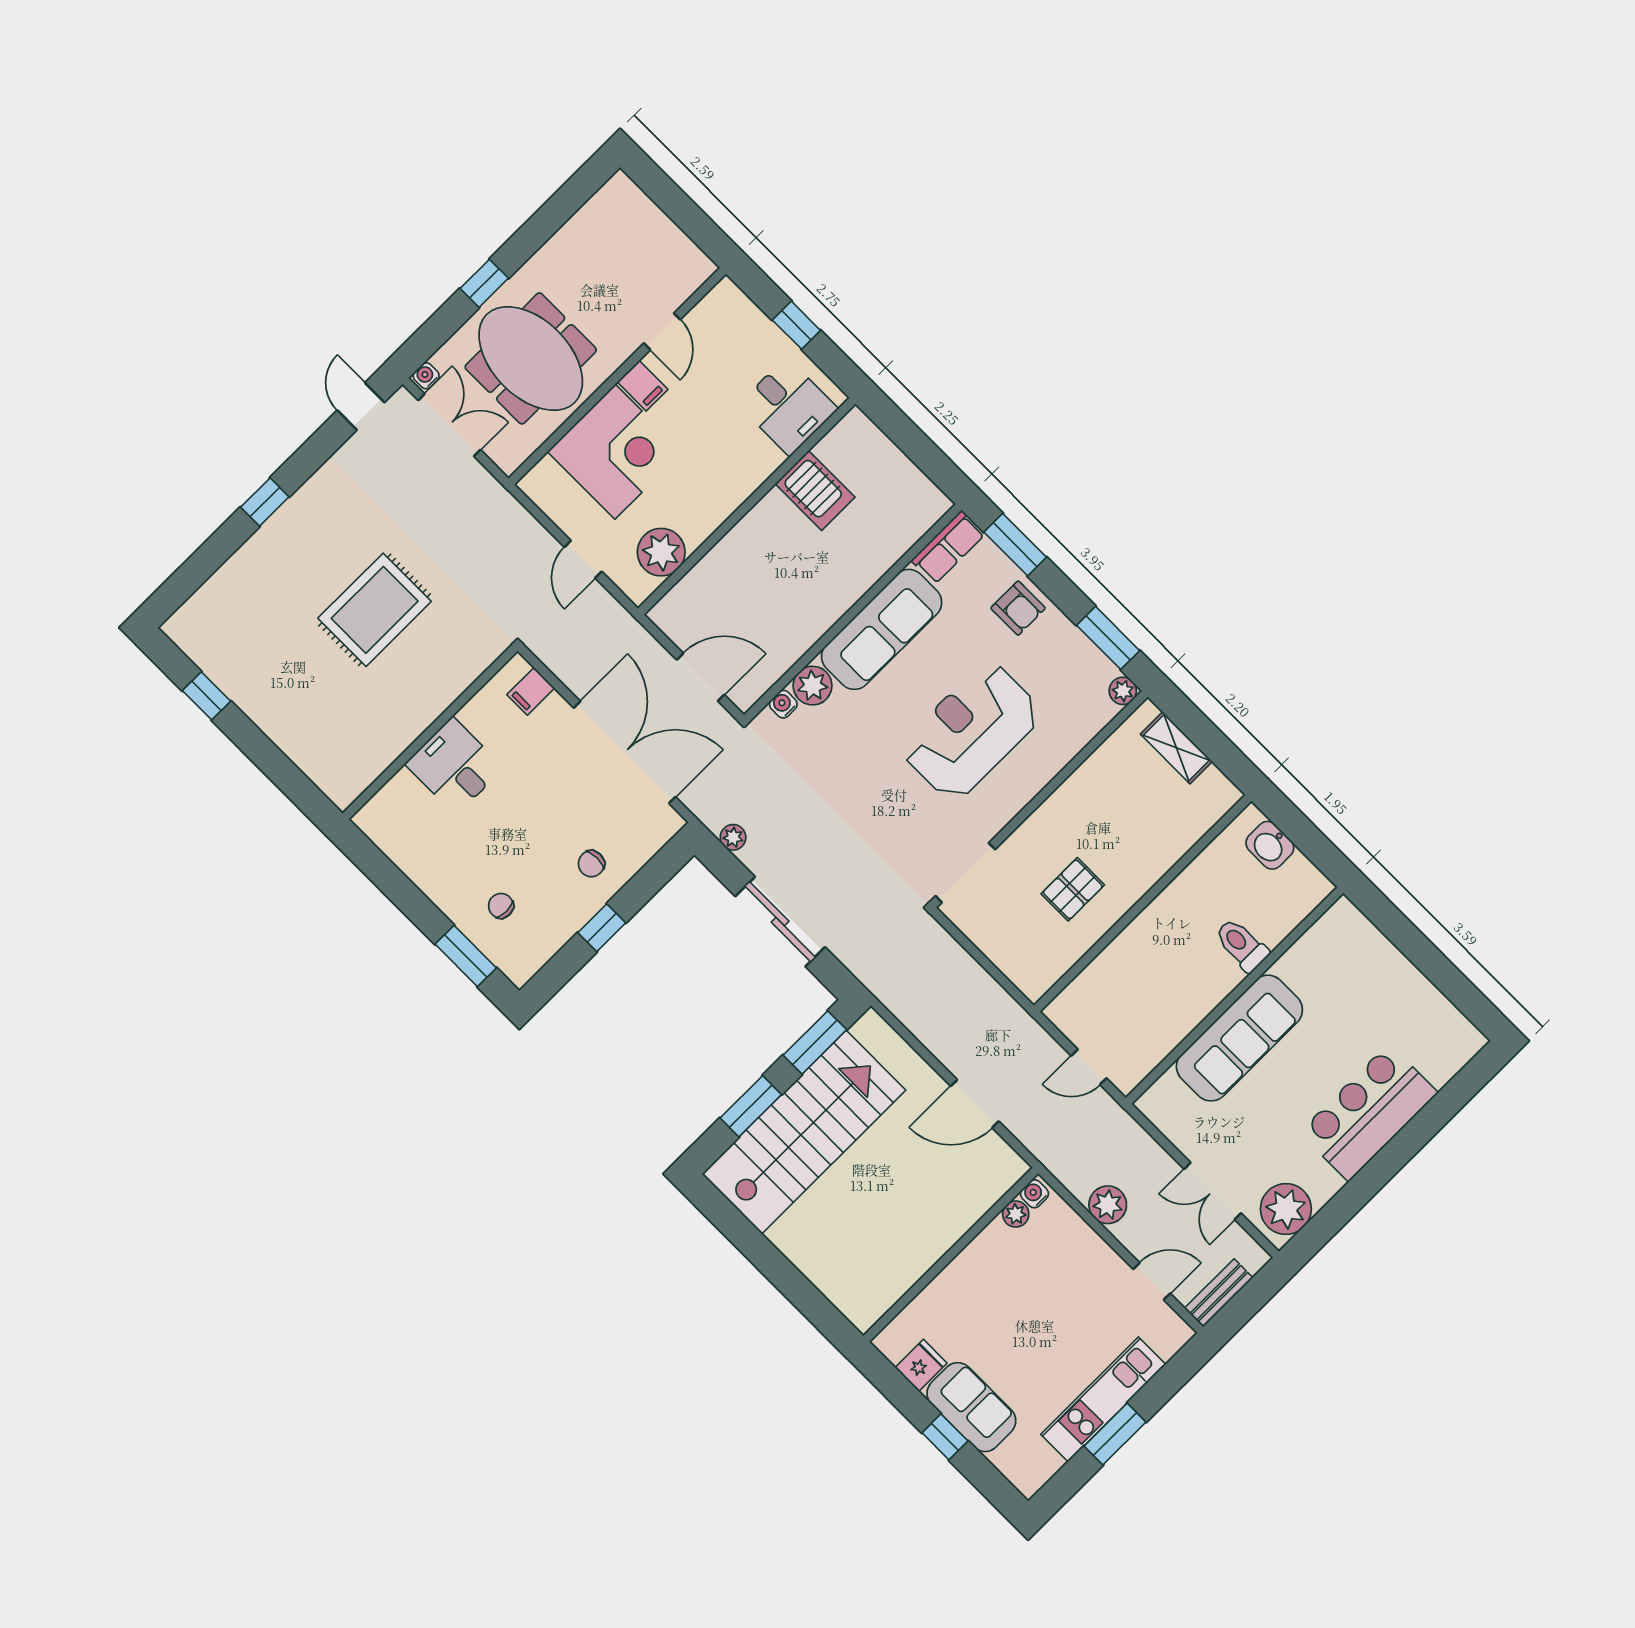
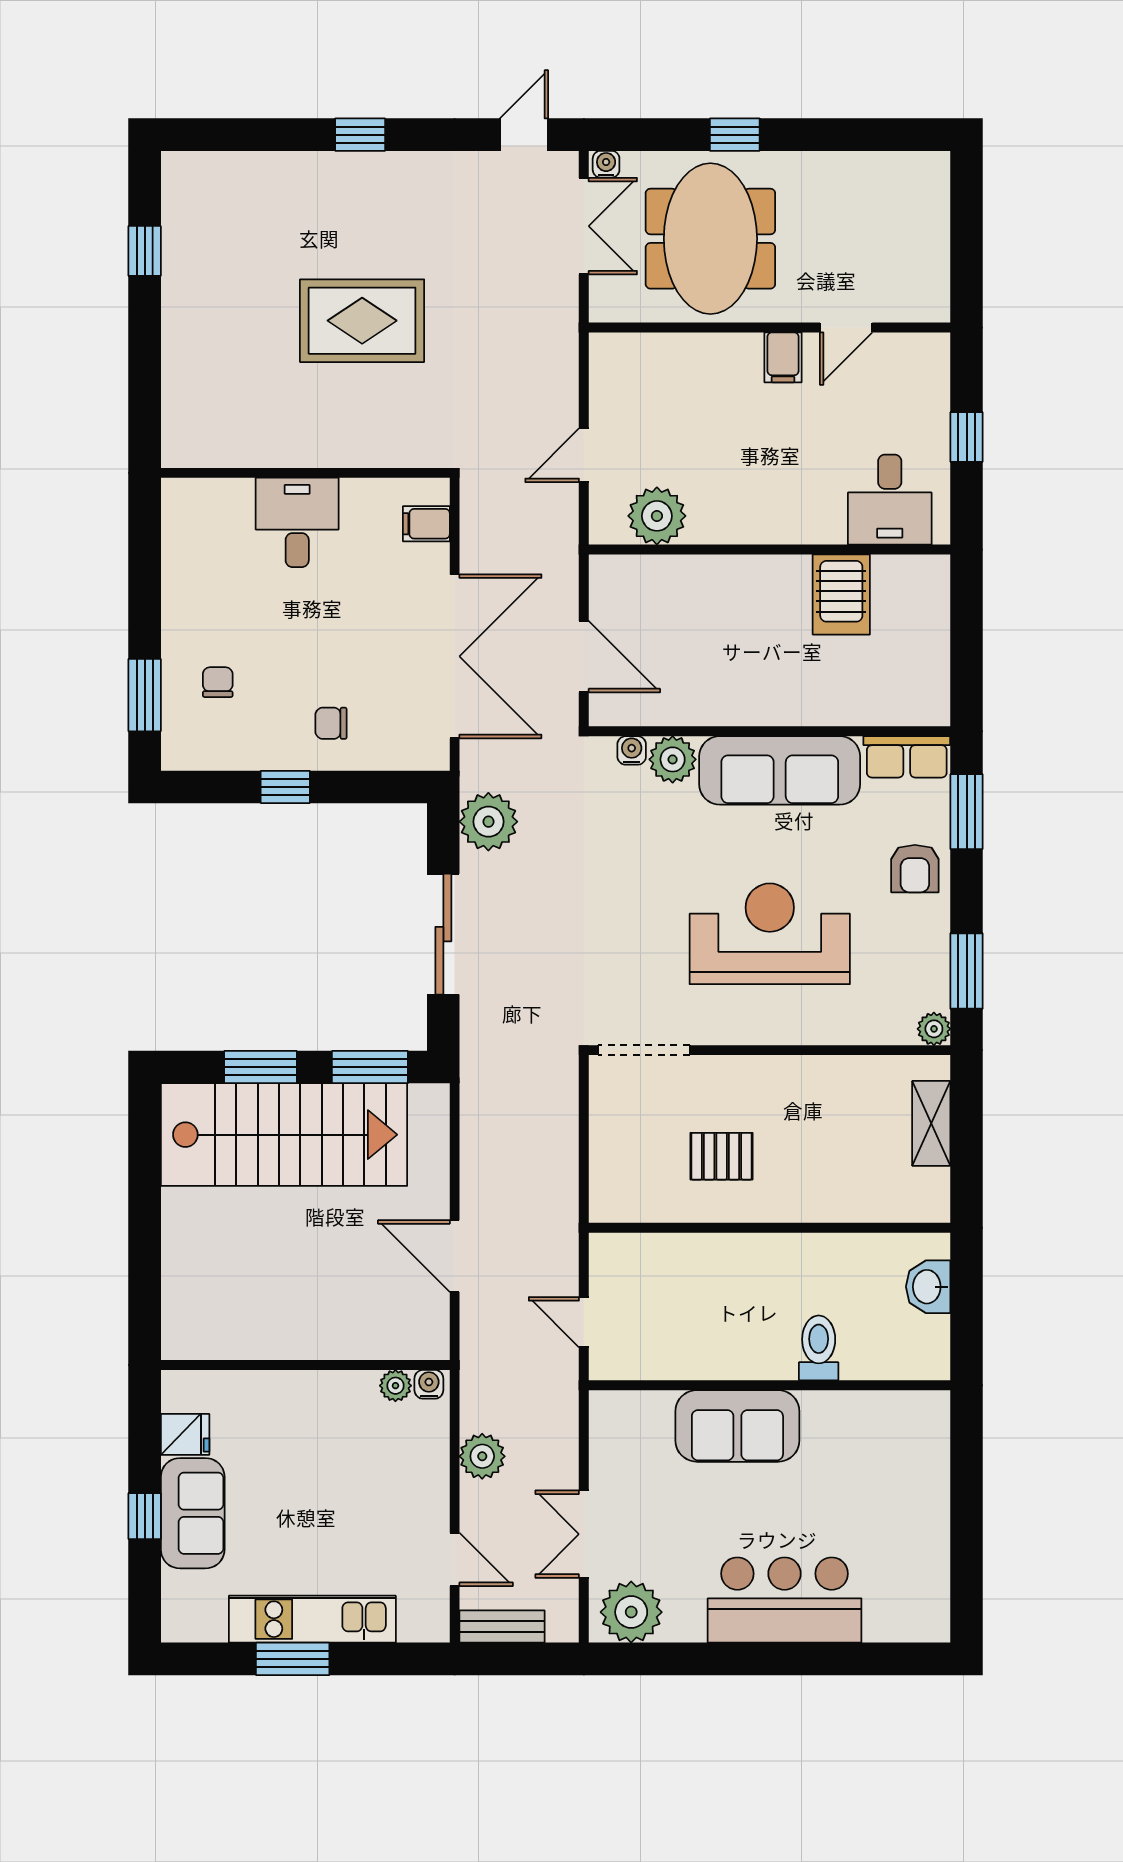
corner desk: (615, 452) -> (703, 390), removed
plant: (733, 837) -> (488, 822), width x1.88, depth x1.88
sofa: (1239, 1038) -> (737, 1426), width x0.73

